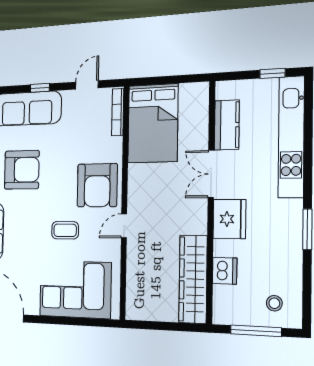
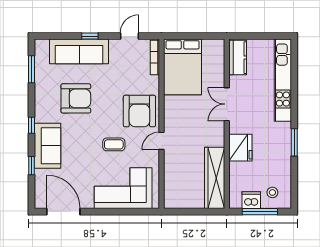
window: (273, 73) -> (270, 36), removed
kitchen counter: (227, 125) -> (238, 58), moved
fridge: (229, 219) -> (240, 148), moved
dishwasher: (225, 271) -> (251, 200), moved, turned -90

